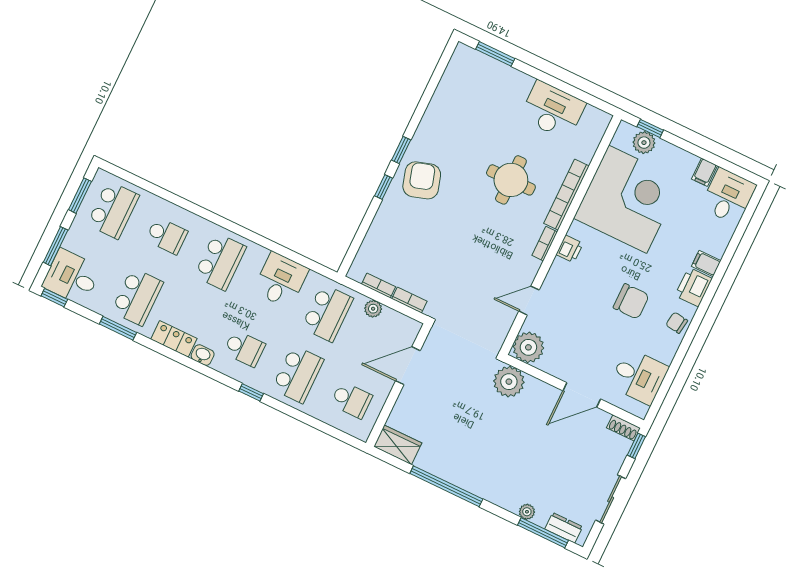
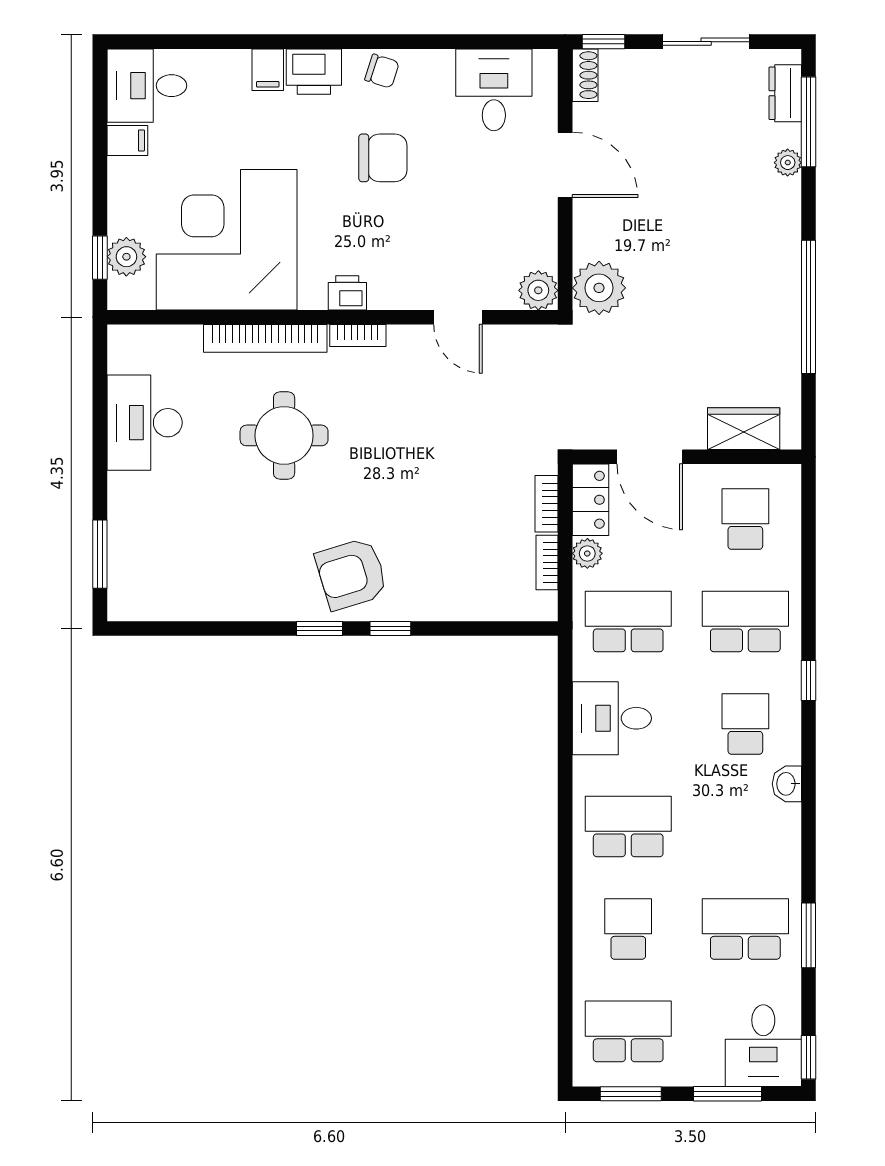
chair: (631, 301) -> (383, 158), turned 90
chair: (677, 323) -> (382, 71), turned -80
locker: (174, 339) -> (590, 500), moved, turned 180
plant: (528, 347) -> (538, 290), width x0.73, depth x0.73
wardrobe: (398, 445) -> (744, 429), moved, turned 90

